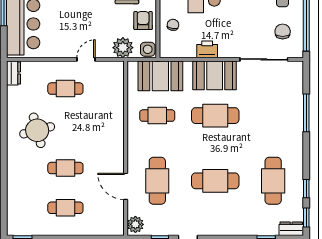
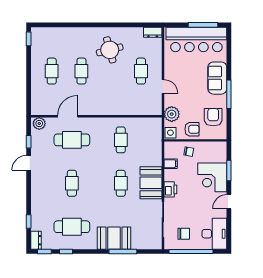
filing cabinet: (189, 49) -> (171, 164), added
printer: (207, 49) -> (170, 189), moved
booth: (160, 76) -> (114, 238), moved, turned 90
cafe table: (215, 116) -> (121, 183), width x0.73, depth x0.74
cafe table: (215, 181) -> (72, 183), width x0.73, depth x0.74

